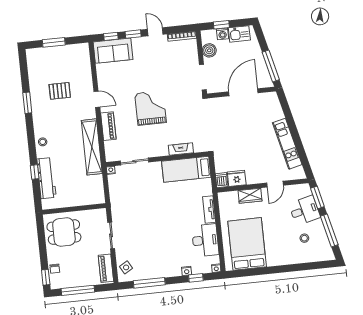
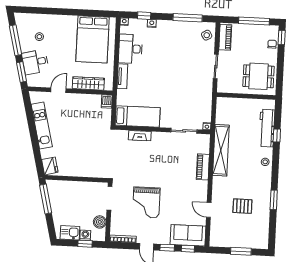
door: (243, 92) -> (74, 179), removed
door: (97, 99) -> (209, 210), moved
grand piano: (151, 108) -> (146, 202), moved
fridge: (237, 178) -> (50, 166), moved, turned -104
wardrobe: (250, 196) -> (88, 83), width x1.50

